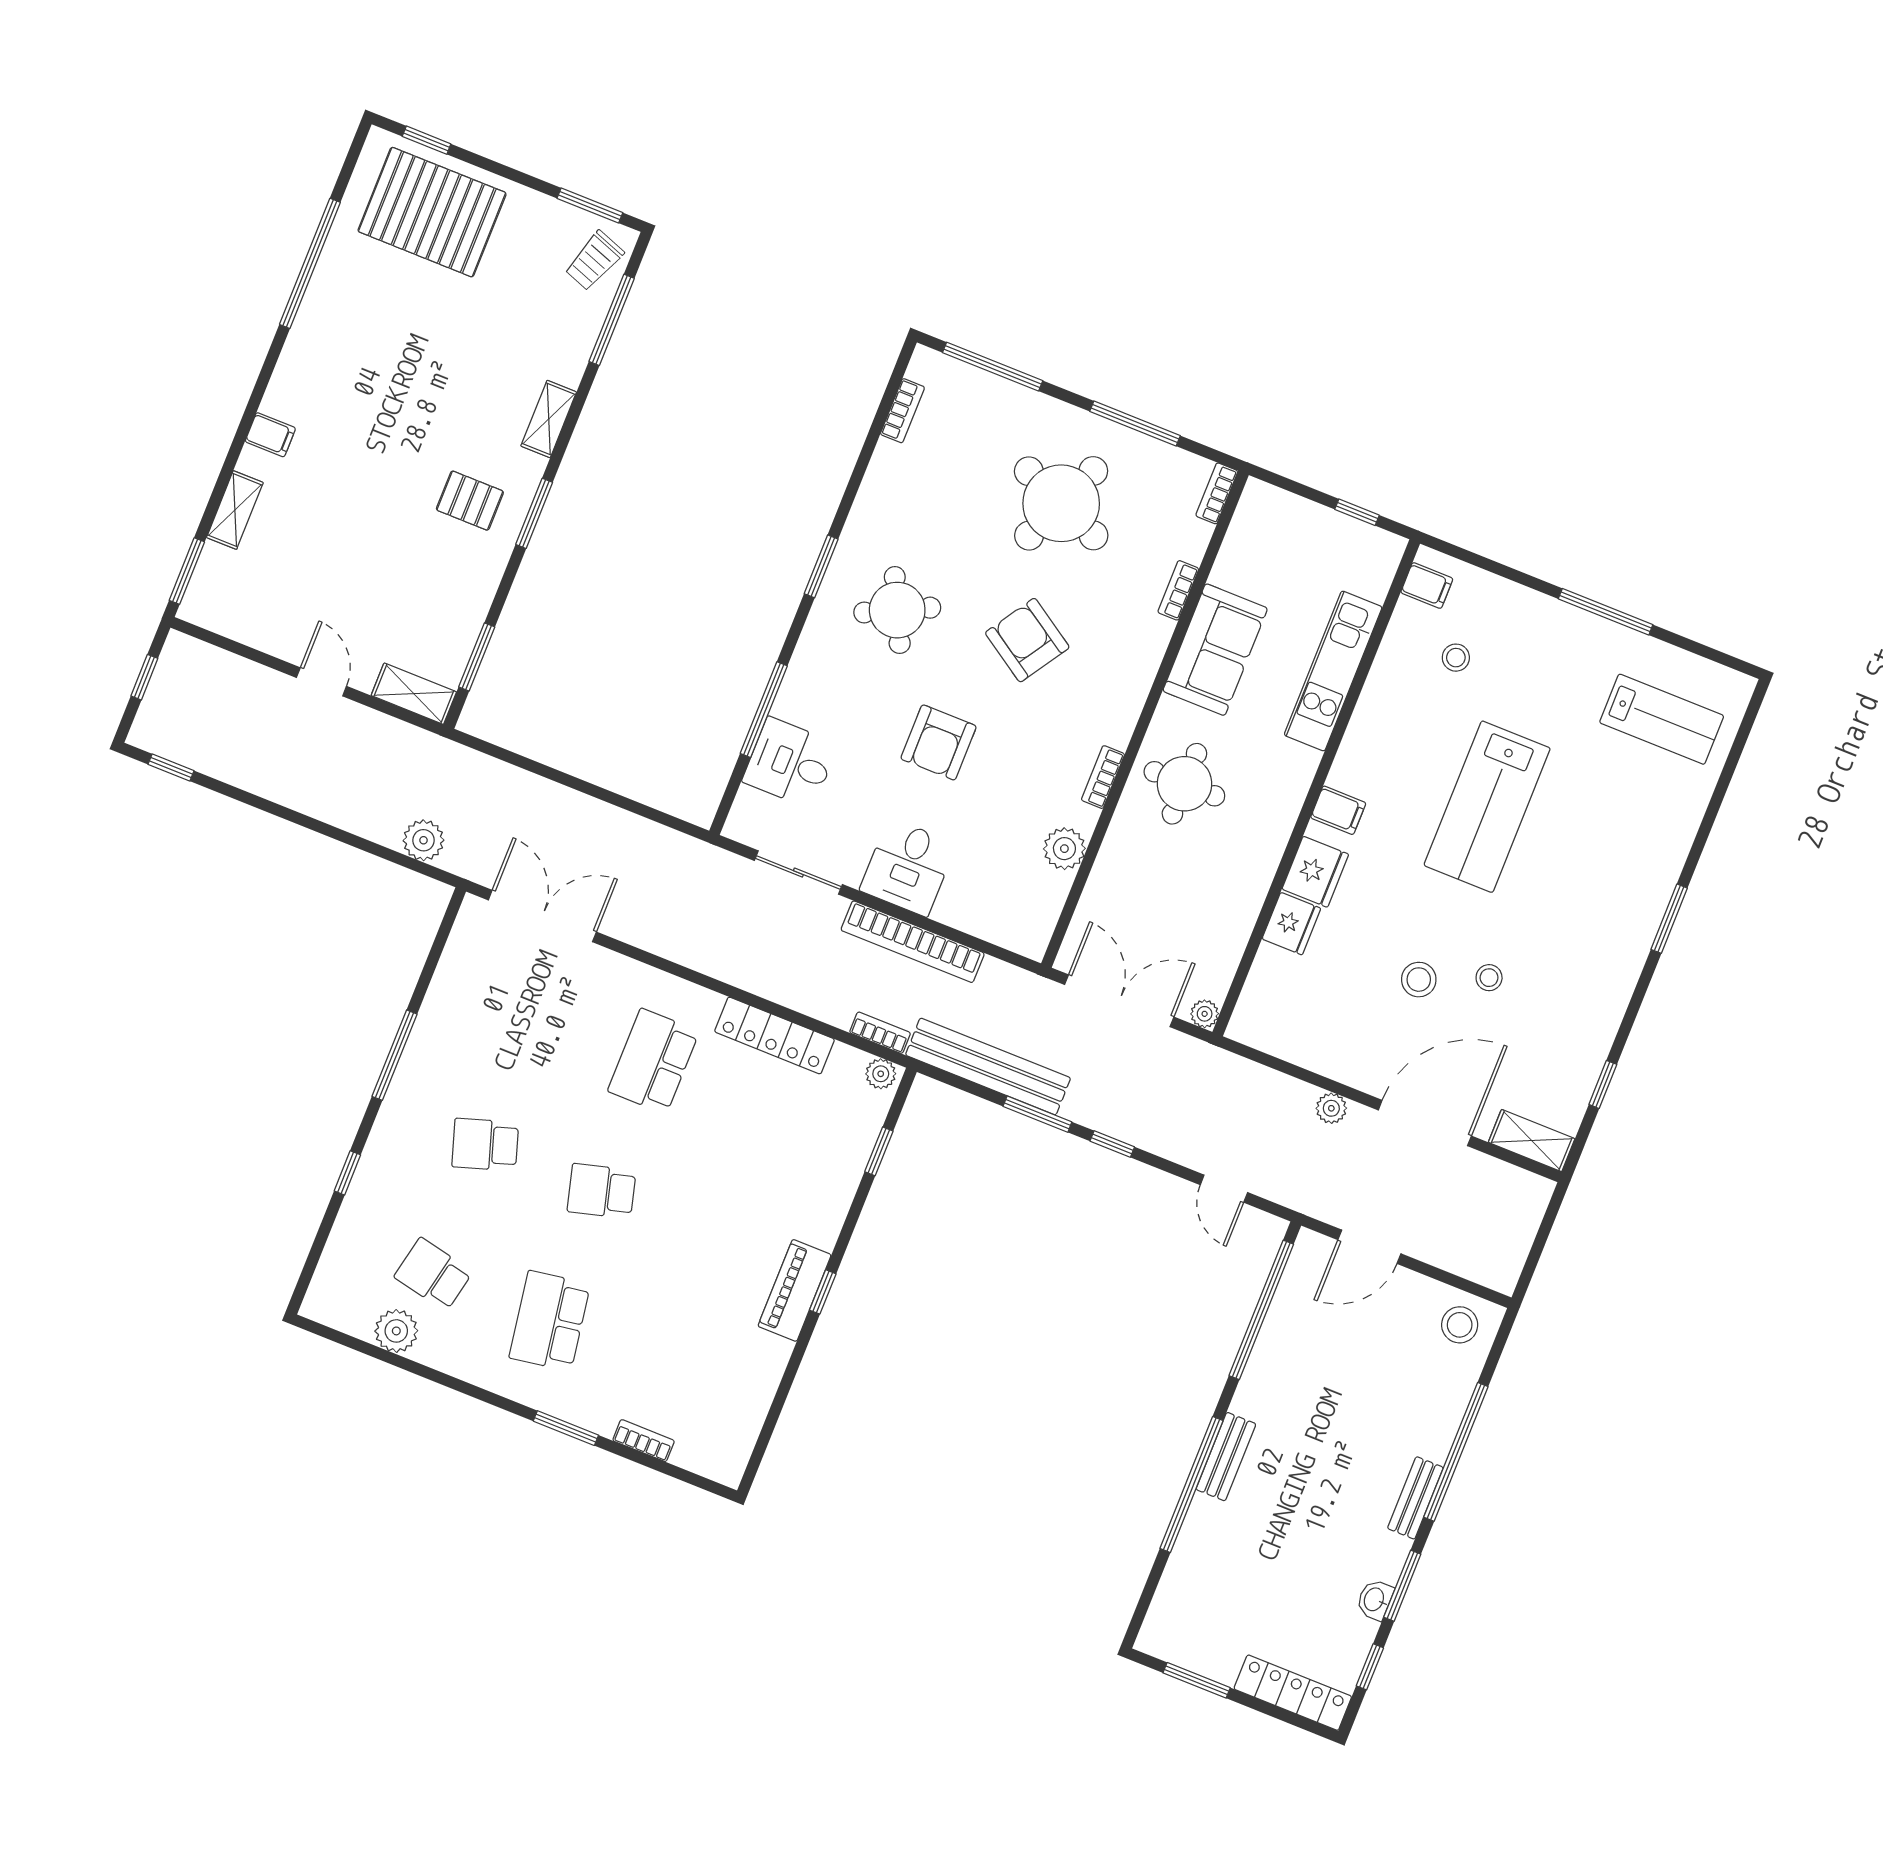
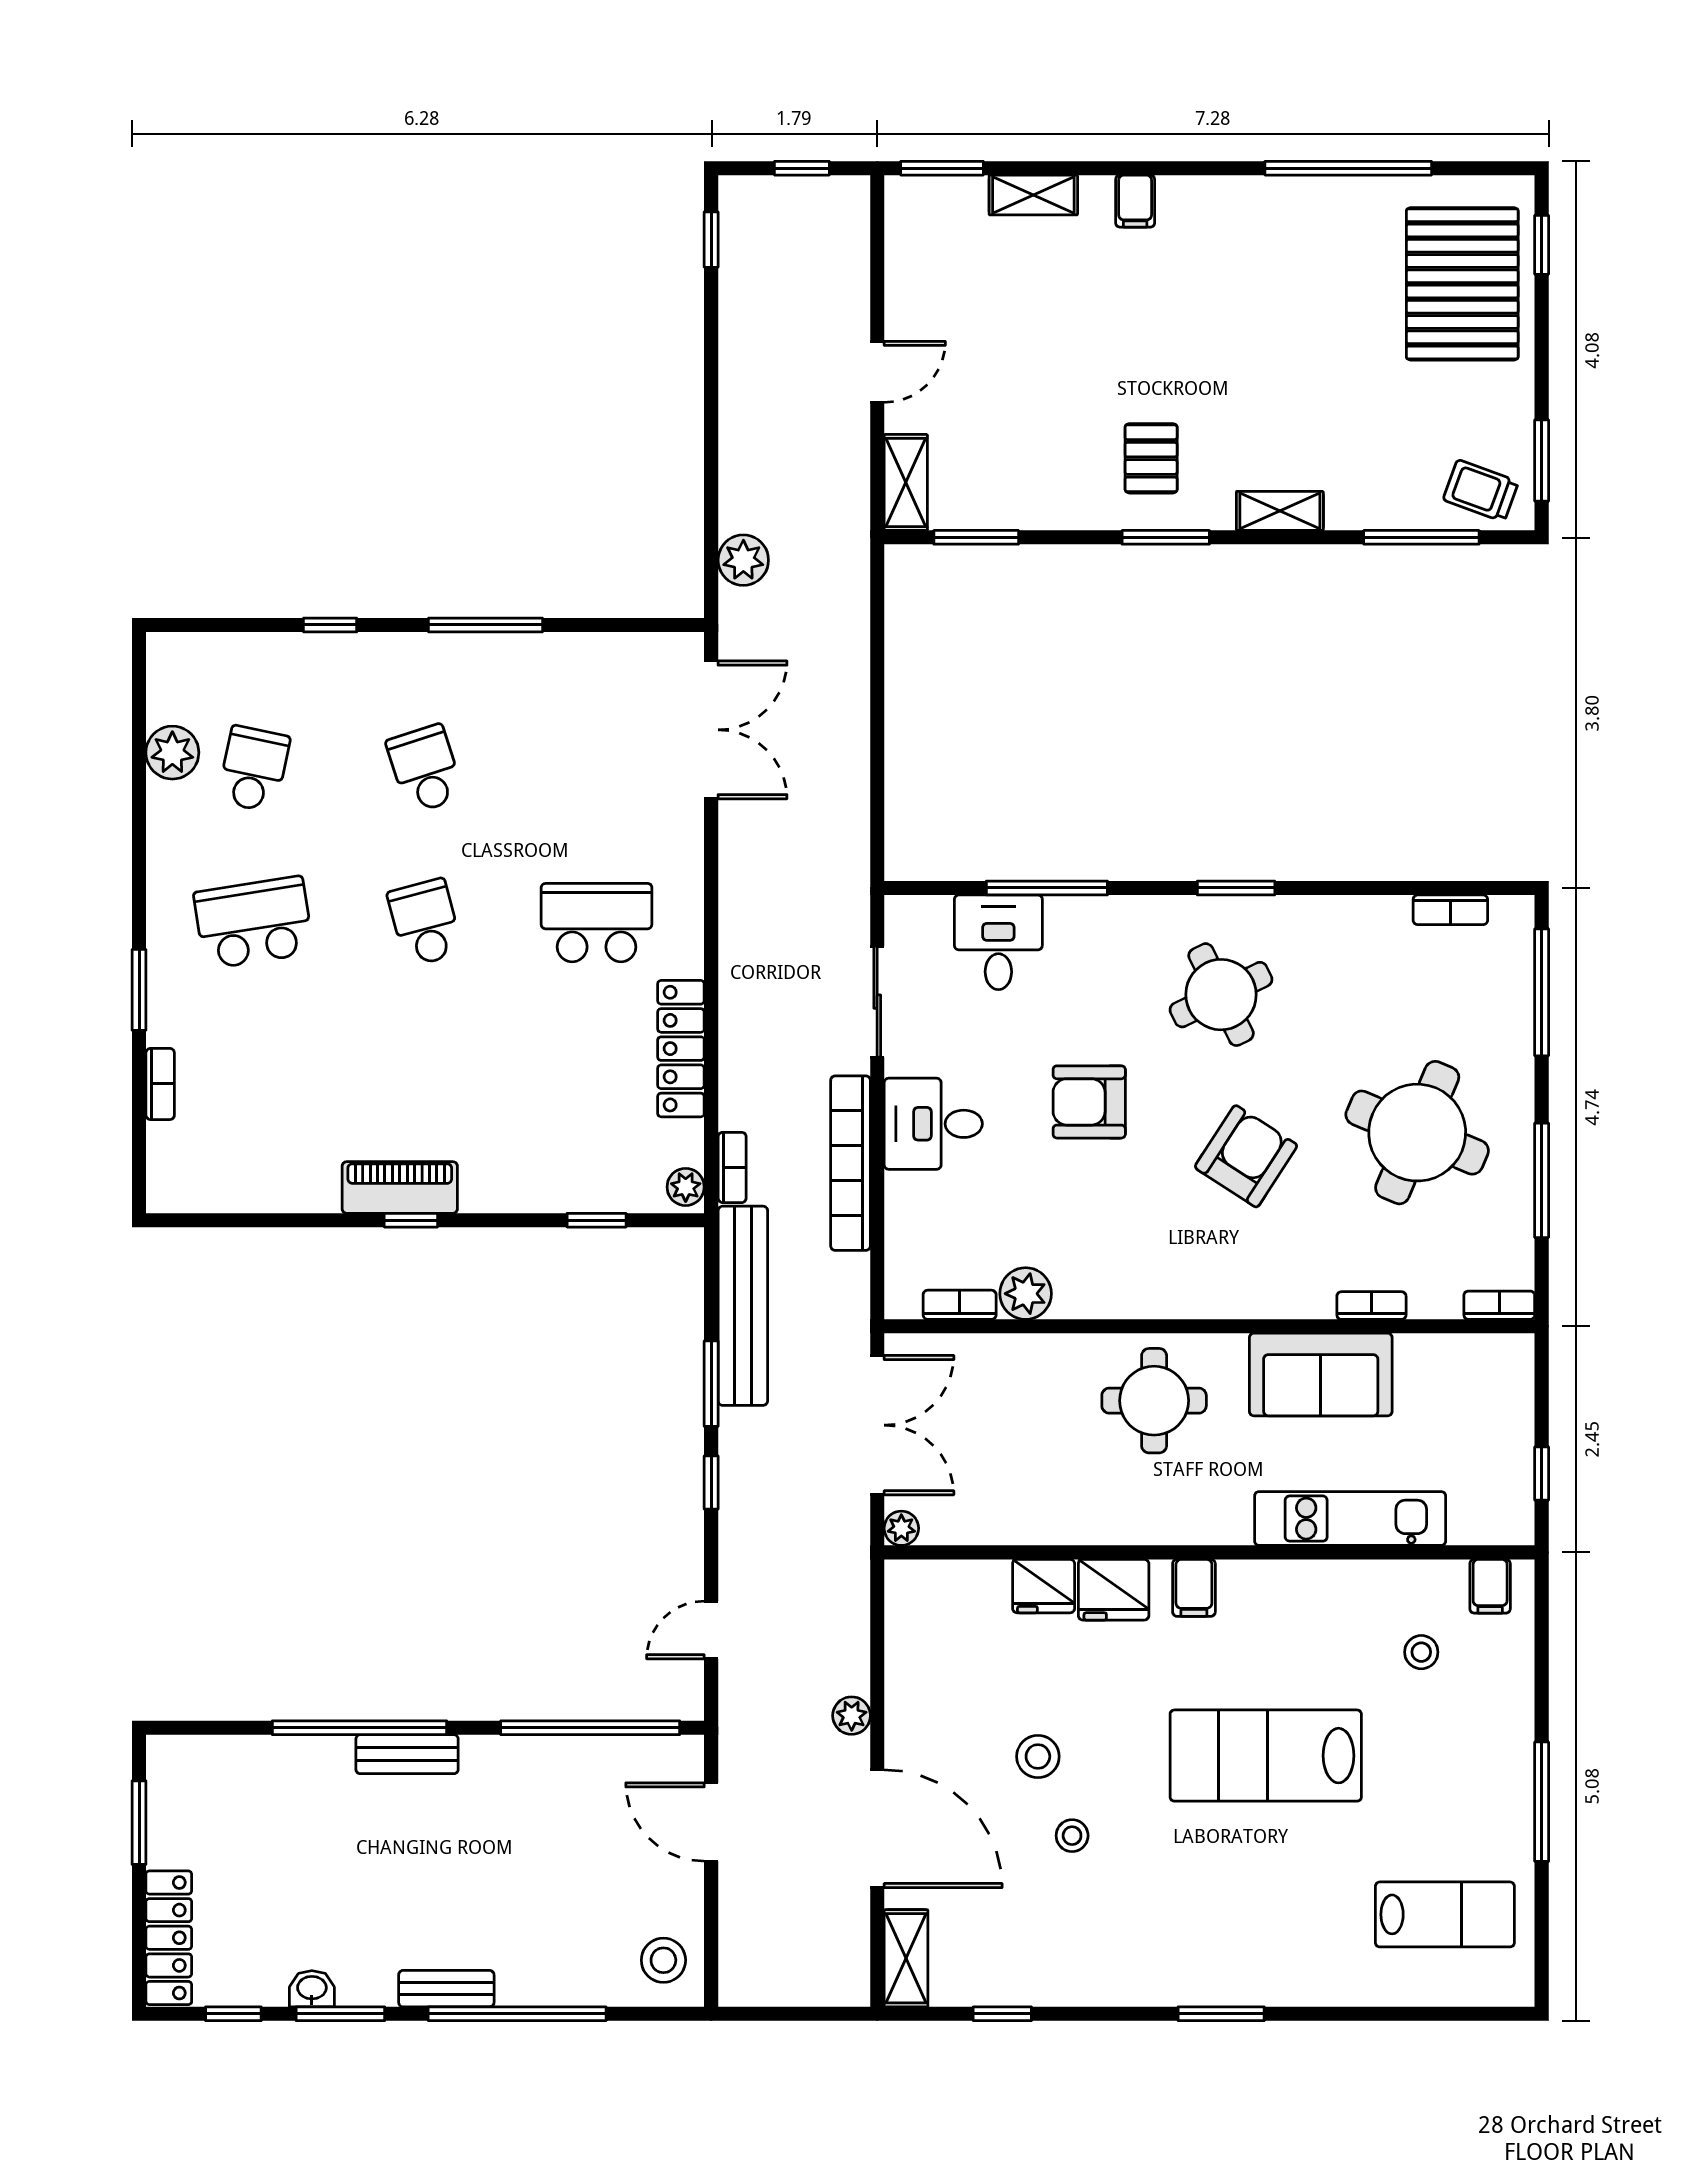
lab bench: (1662, 719) -> (1445, 1914), turned -90
bookcase: (1103, 777) -> (960, 1305), moved

